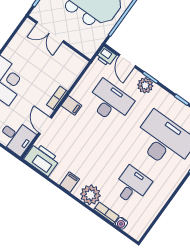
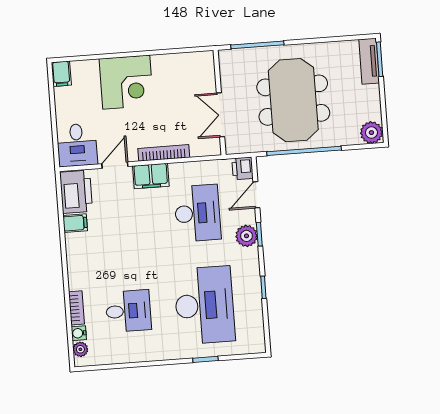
double door: (50, 32) -> (221, 115), moved
bookcase: (57, 98) -> (164, 153), width x1.56
filing cabinet: (71, 105) -> (151, 176), width x2.00
filing cabinet: (70, 182) -> (75, 223), moved
plant: (90, 195) -> (80, 349), moved, width x0.53, depth x0.53

